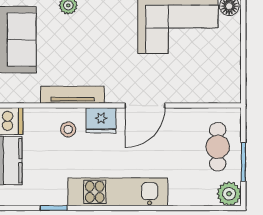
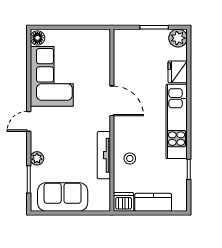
fridge: (101, 120) -> (178, 72), moved, turned 180
cafe table: (218, 147) -> (143, 47), removed

